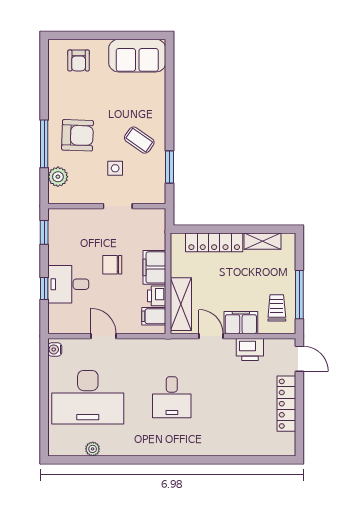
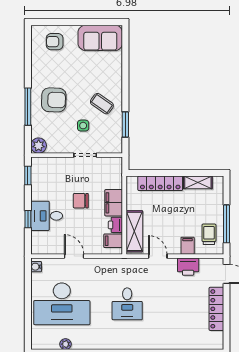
armchair: (79, 60) -> (55, 42), turned 90
plant: (58, 177) -> (39, 146), moved
filing cabinet: (241, 323) -> (188, 246), width x0.50

